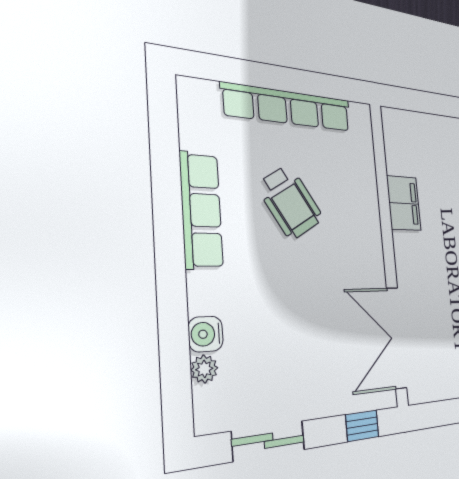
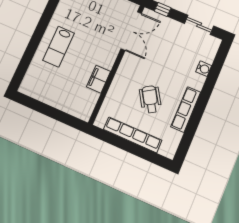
plant: (204, 369) -> (209, 58), removed

